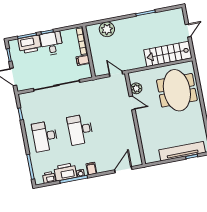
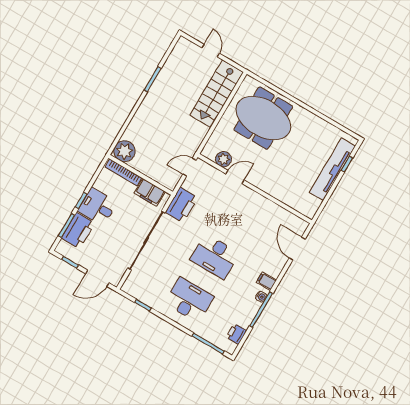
plant: (107, 29) -> (124, 151), moved
filing cabinet: (83, 60) -> (150, 192), width x2.00
desk: (45, 136) -> (189, 300), turned 180
printer: (65, 172) -> (182, 205), moved, turned 180

